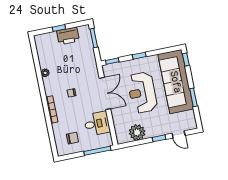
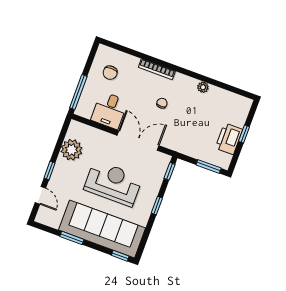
double door: (105, 93) -> (138, 141), swing flipped
door: (179, 134) -> (40, 195), swing flipped

